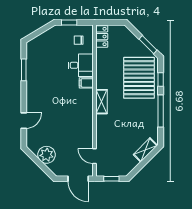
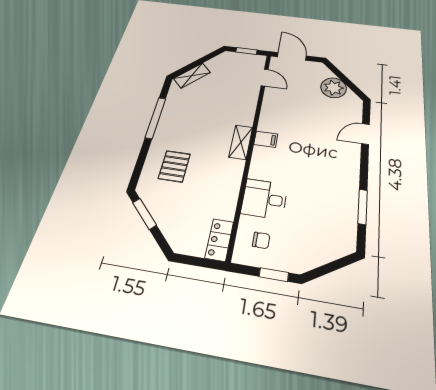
pallet: (139, 78) -> (174, 166), width x0.49, depth x0.50
window: (161, 80) -> (142, 159), removed
filing cabinet: (86, 83) -> (266, 139), moved

